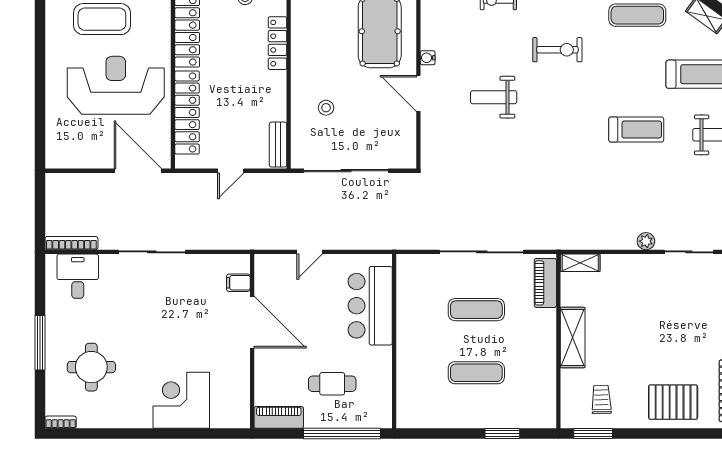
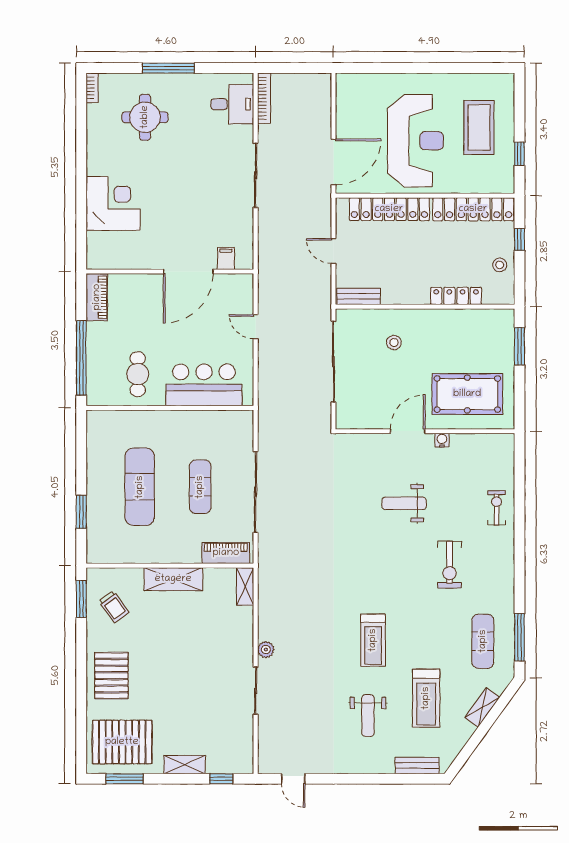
weight bench: (494, 97) -> (404, 503), turned -90
exercise mat: (476, 373) -> (140, 487), width x1.36, depth x1.45
cafe table: (332, 384) -> (138, 374), moved
trolley: (601, 399) -> (114, 607), turned 56

